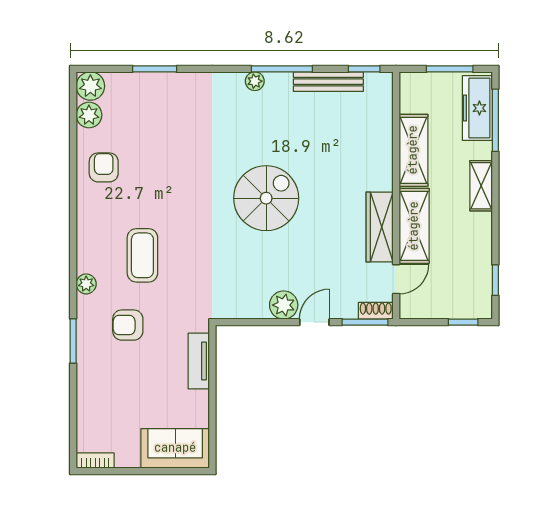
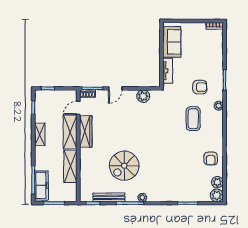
shelving: (481, 186) -> (40, 134), moved
spiral stairs: (266, 198) -> (124, 166), moved
plant: (284, 305) -> (143, 96), moved
sofa: (175, 448) -> (172, 42), moved, turned -90

